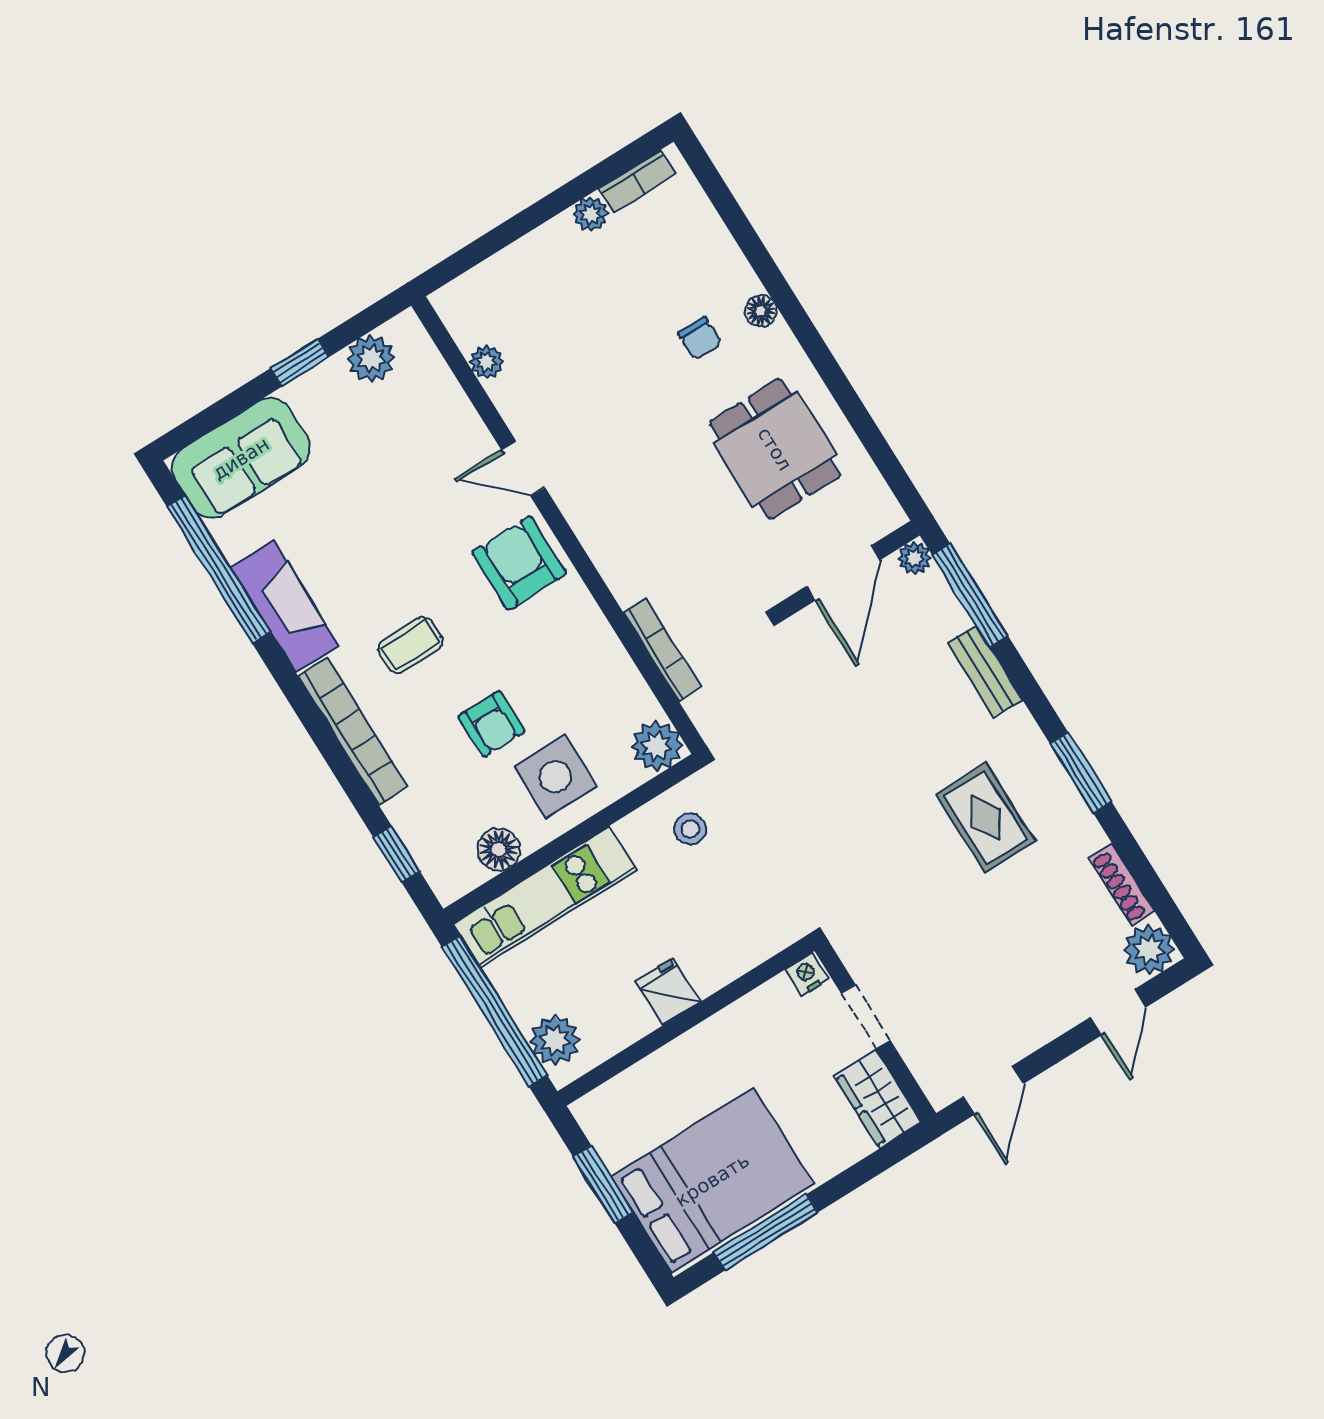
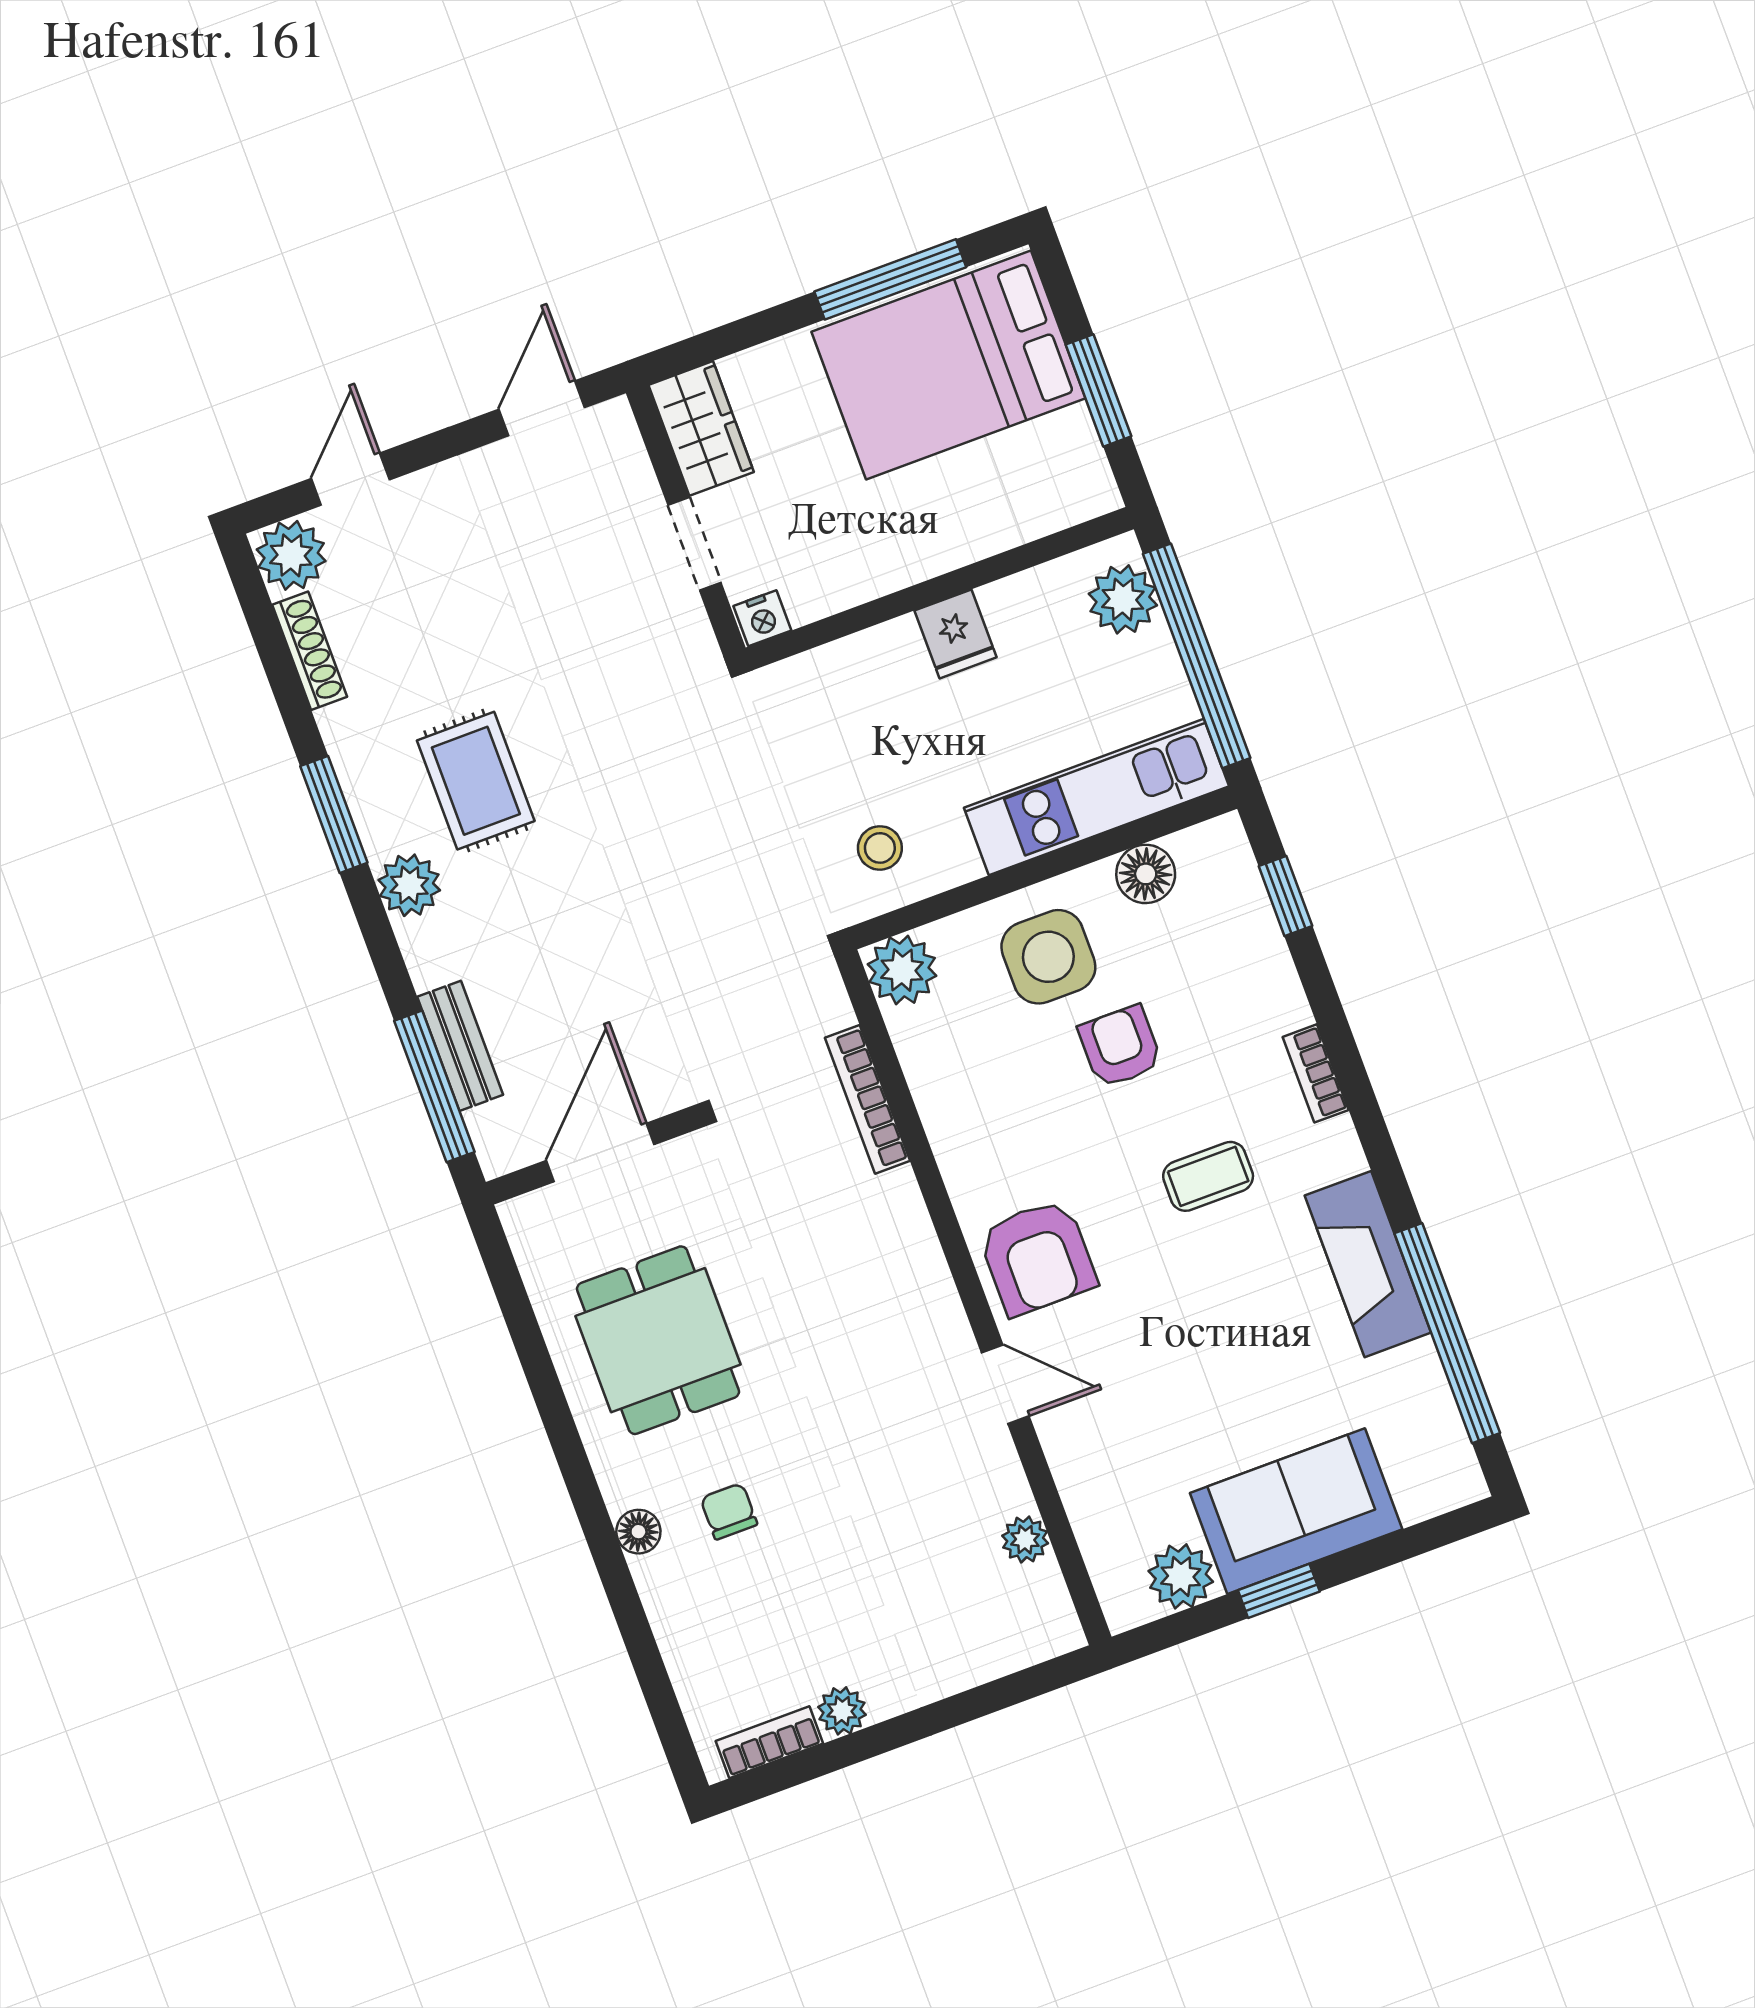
sofa: (241, 458) -> (1296, 1511), moved
plant: (915, 558) -> (409, 885), moved, width x1.38, depth x1.38
bench: (985, 671) -> (460, 1046), moved
bookcase: (353, 731) -> (1316, 1073), width x0.43, depth x0.76

